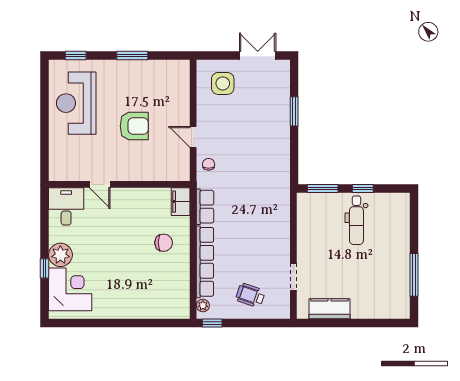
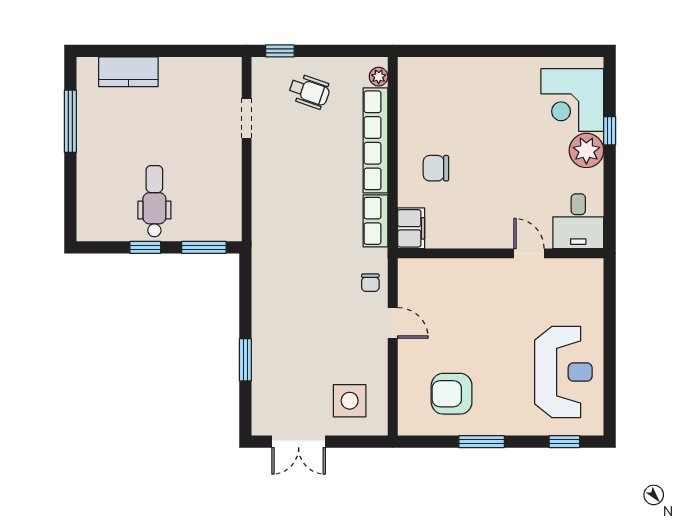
armchair: (134, 126) -> (452, 394), moved
kitchen counter: (329, 309) -> (128, 72), moved
window: (212, 323) -> (280, 51), moved

